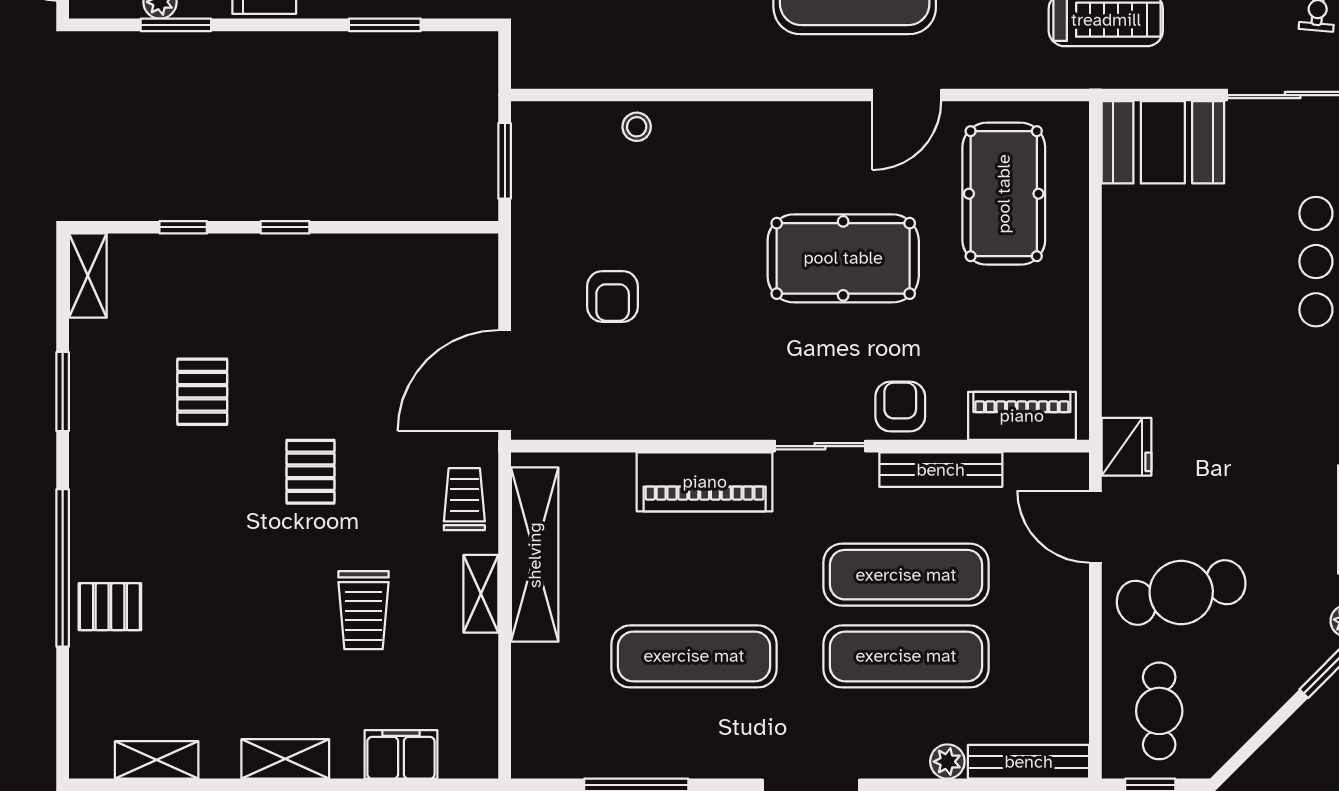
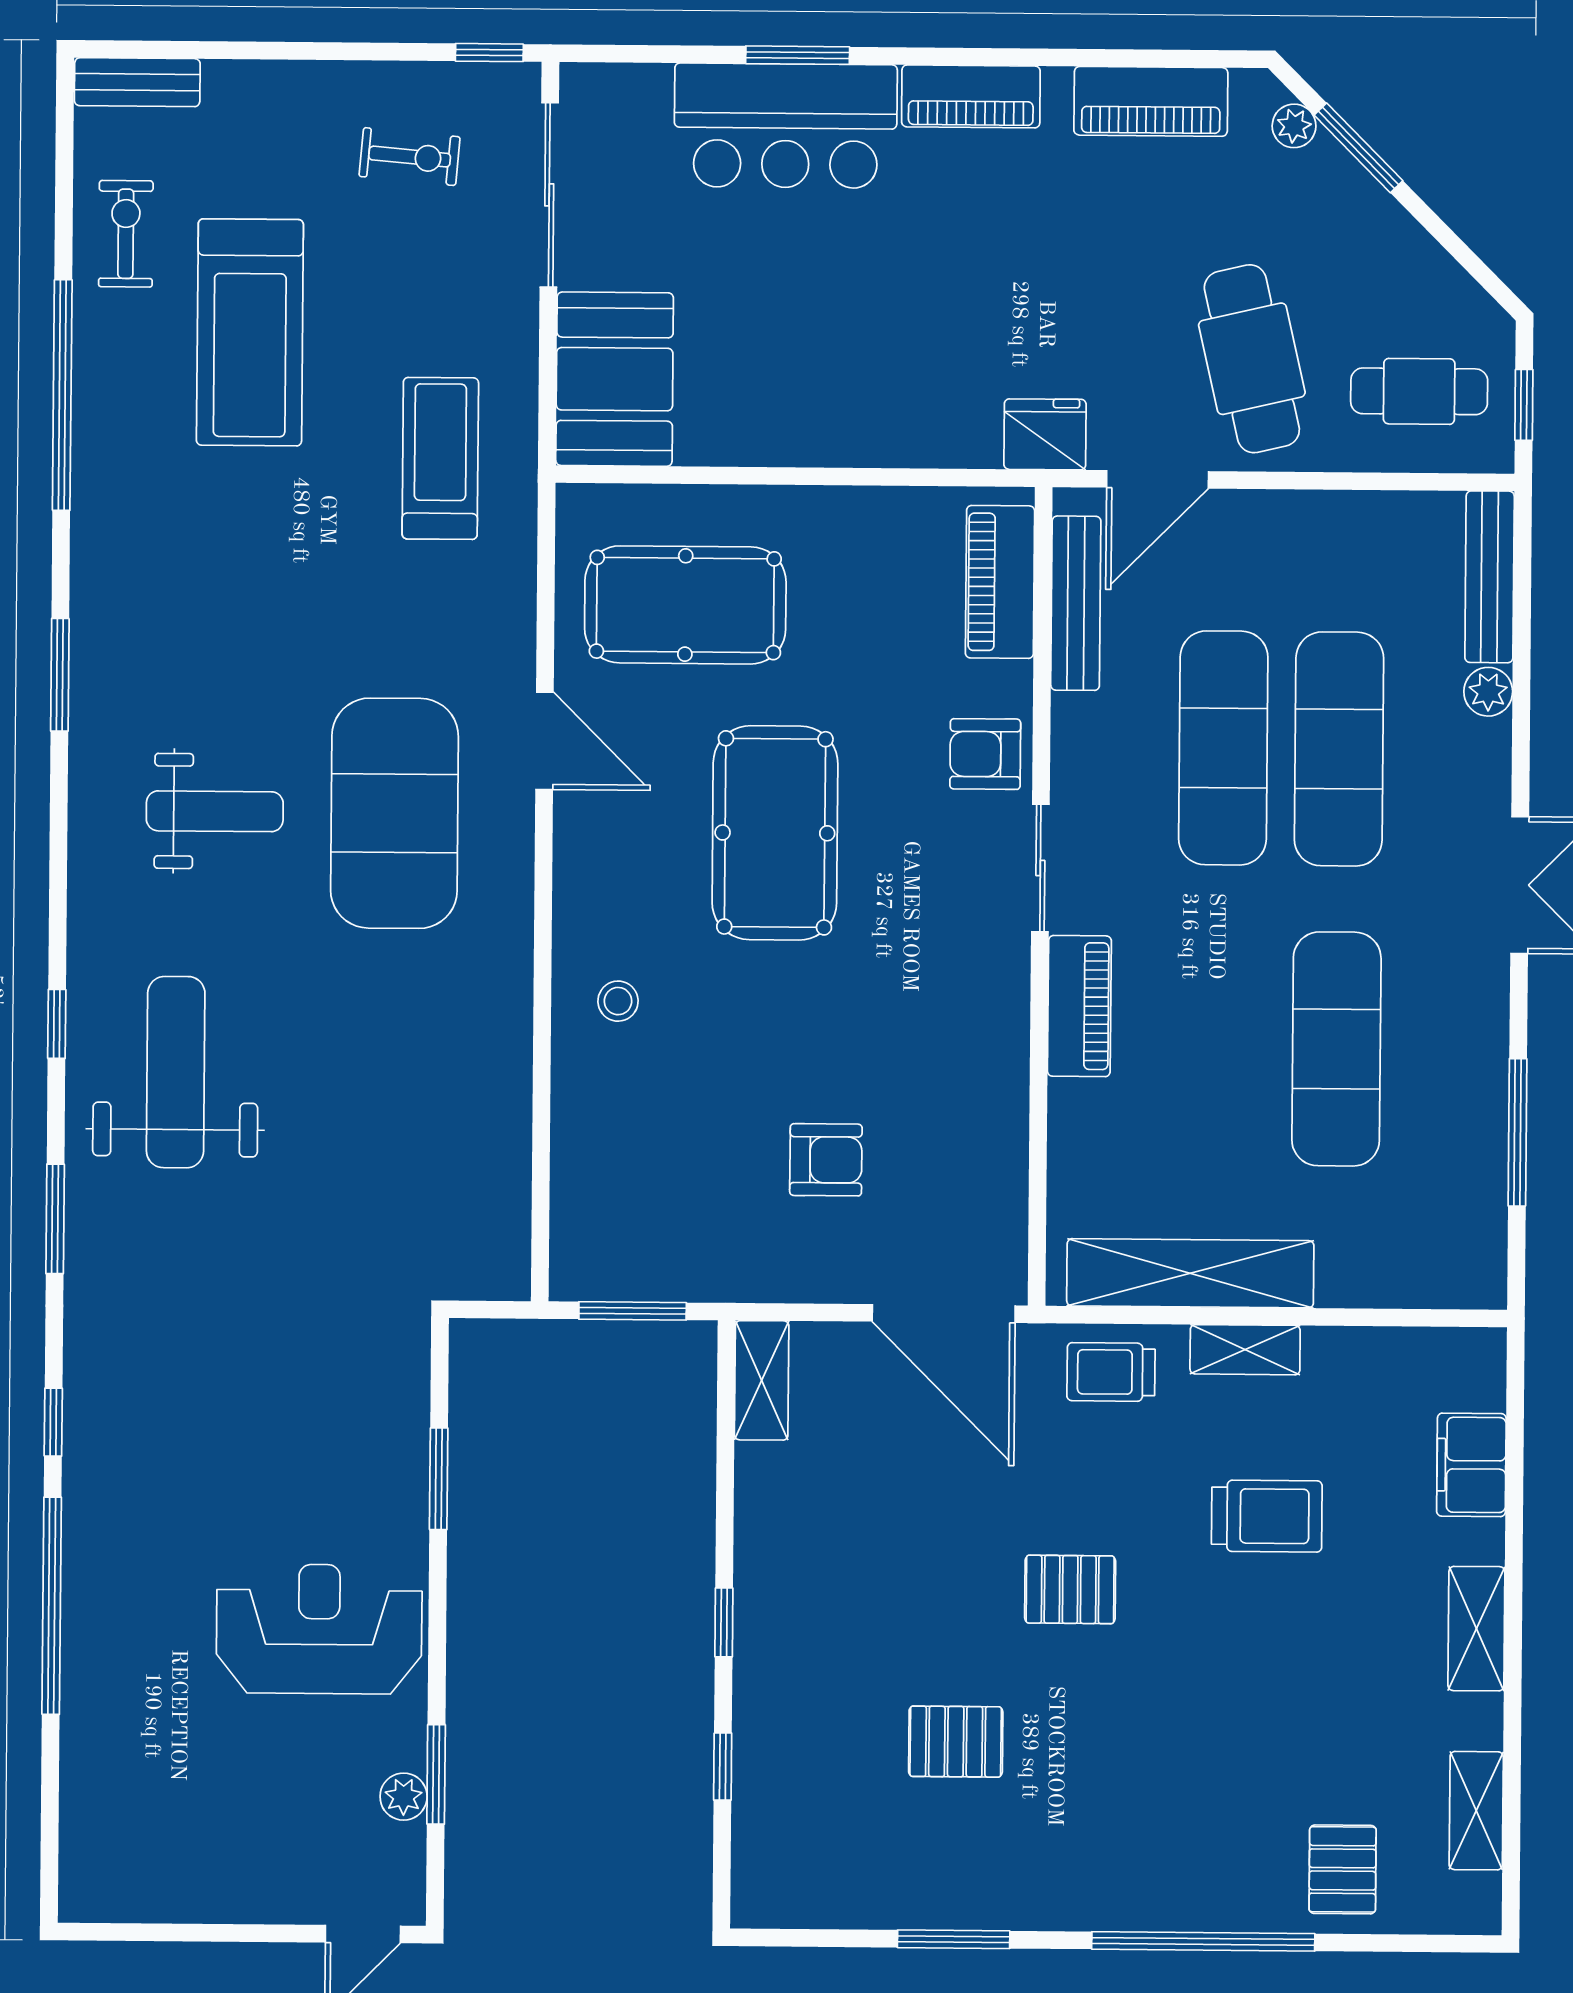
stool: (637, 127) -> (618, 1001), moved
shelving: (88, 276) -> (762, 1380), moved, turned 90
bench: (941, 470) -> (1076, 603), moved
piano: (705, 482) -> (1079, 1006), width x0.73, depth x0.75
pallet: (110, 607) -> (1343, 1869), moved

